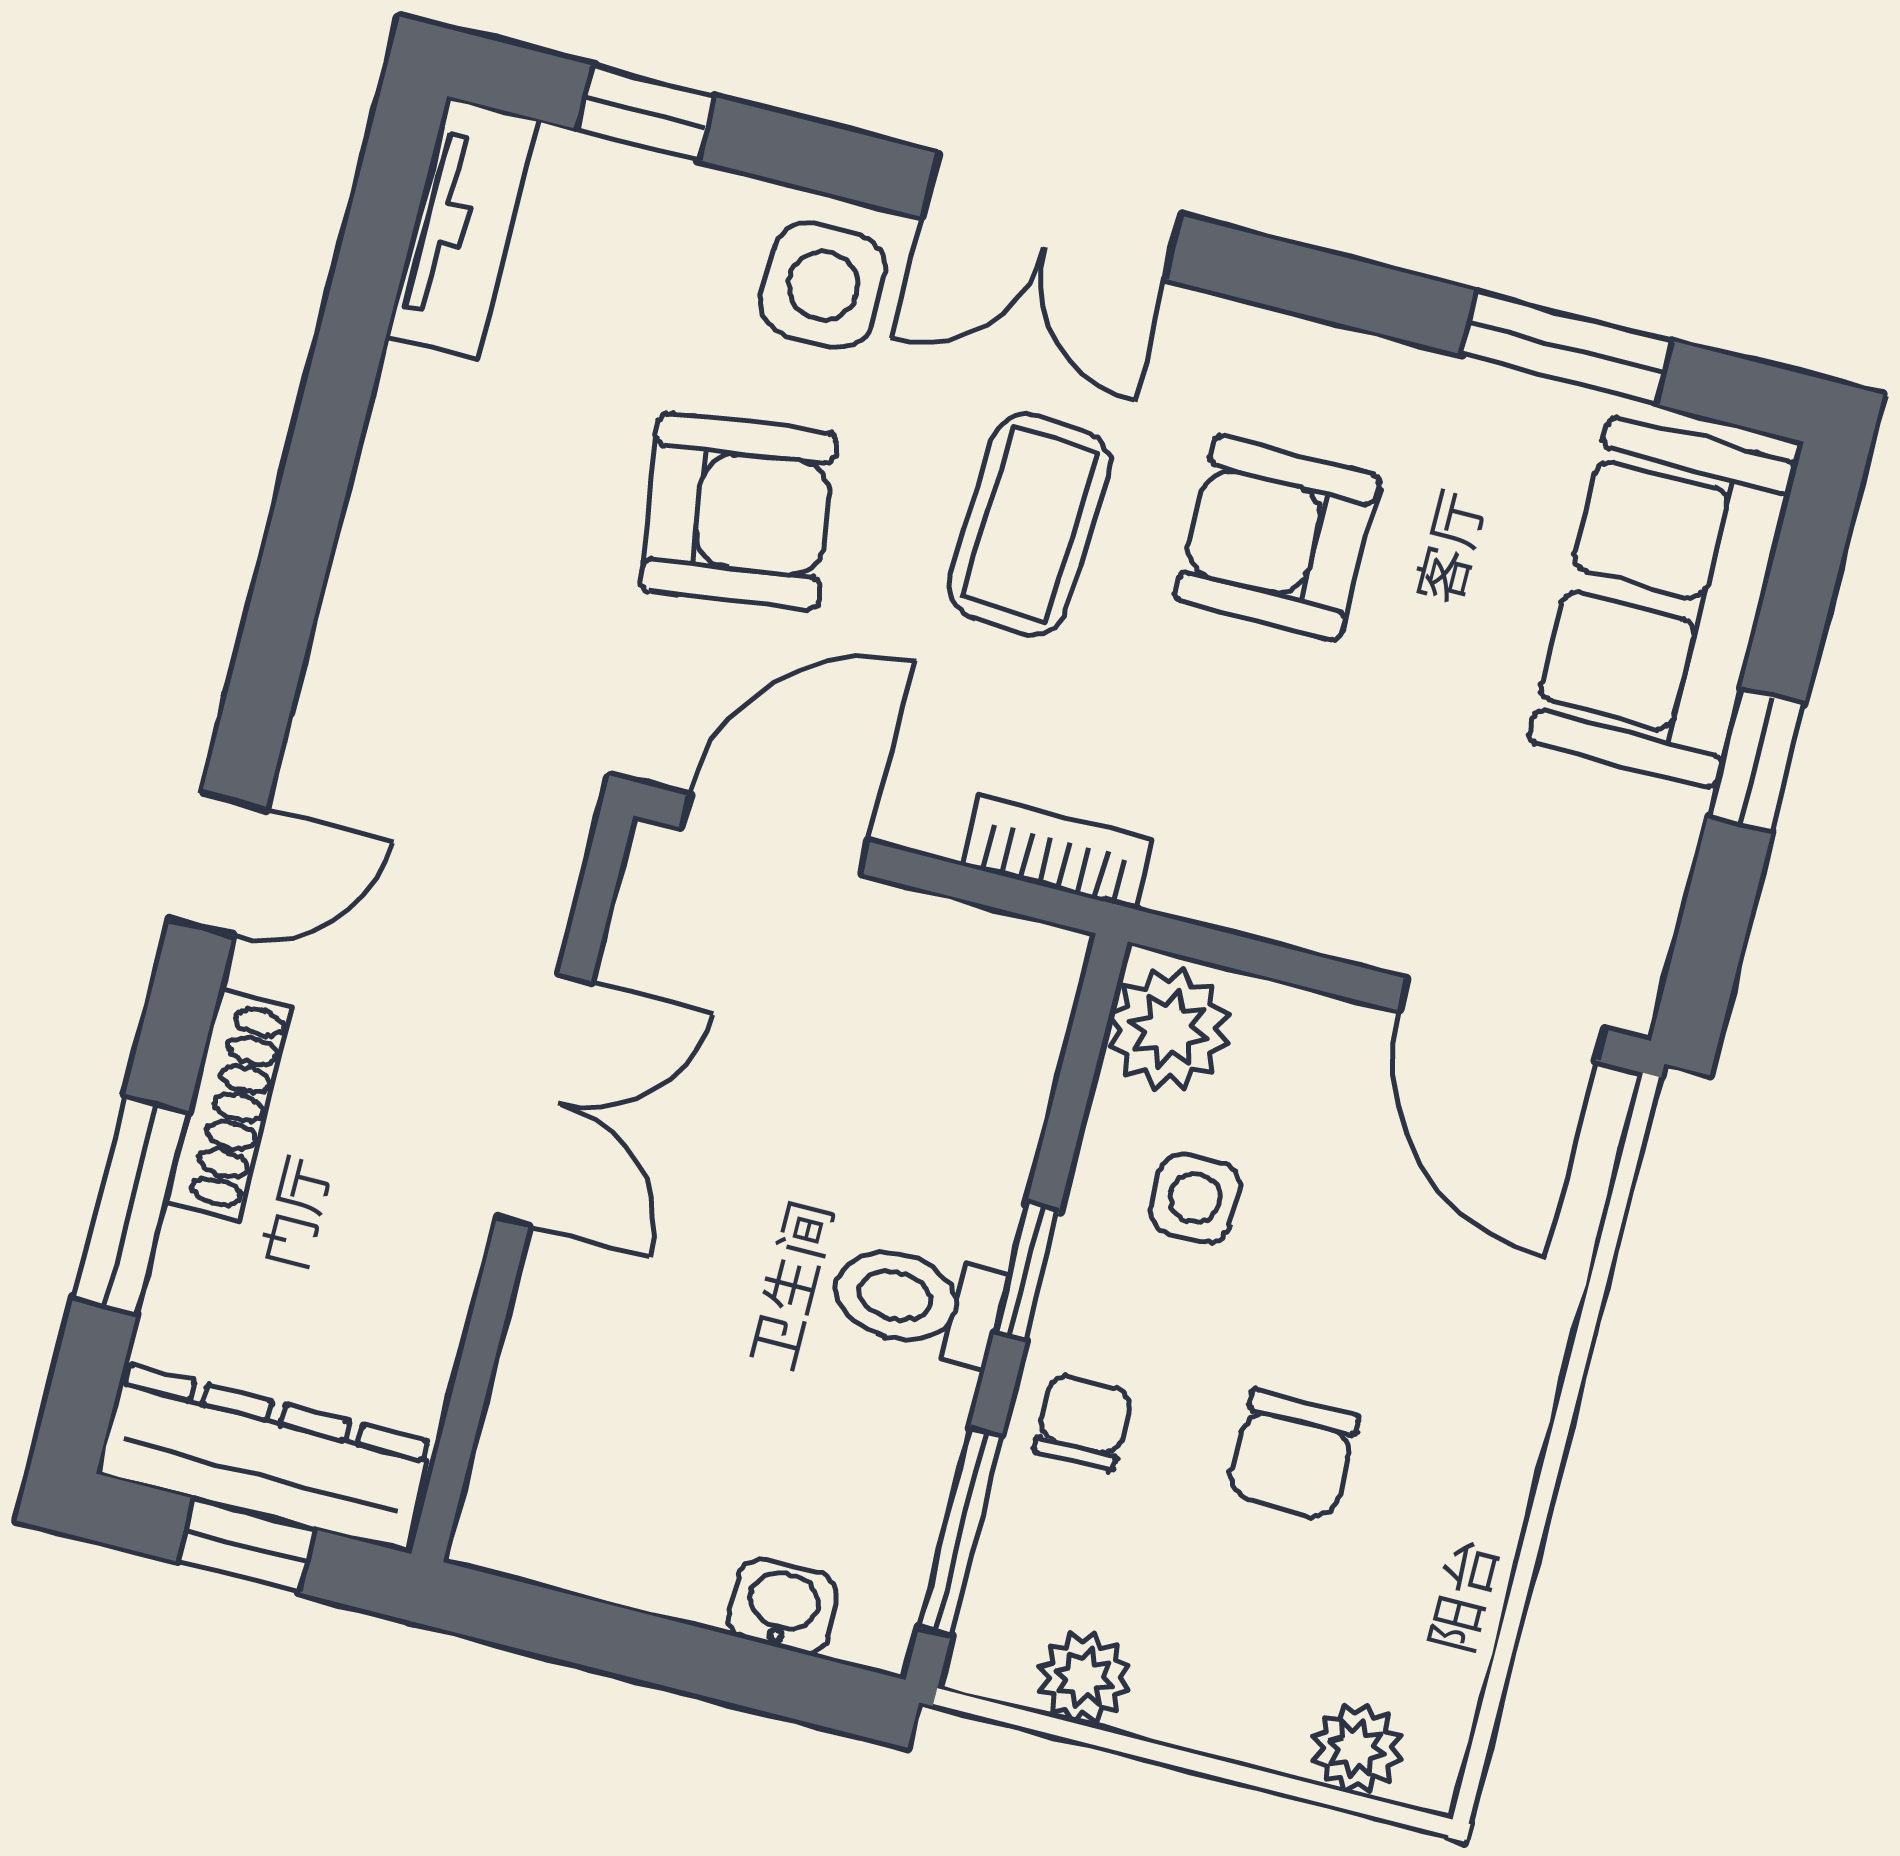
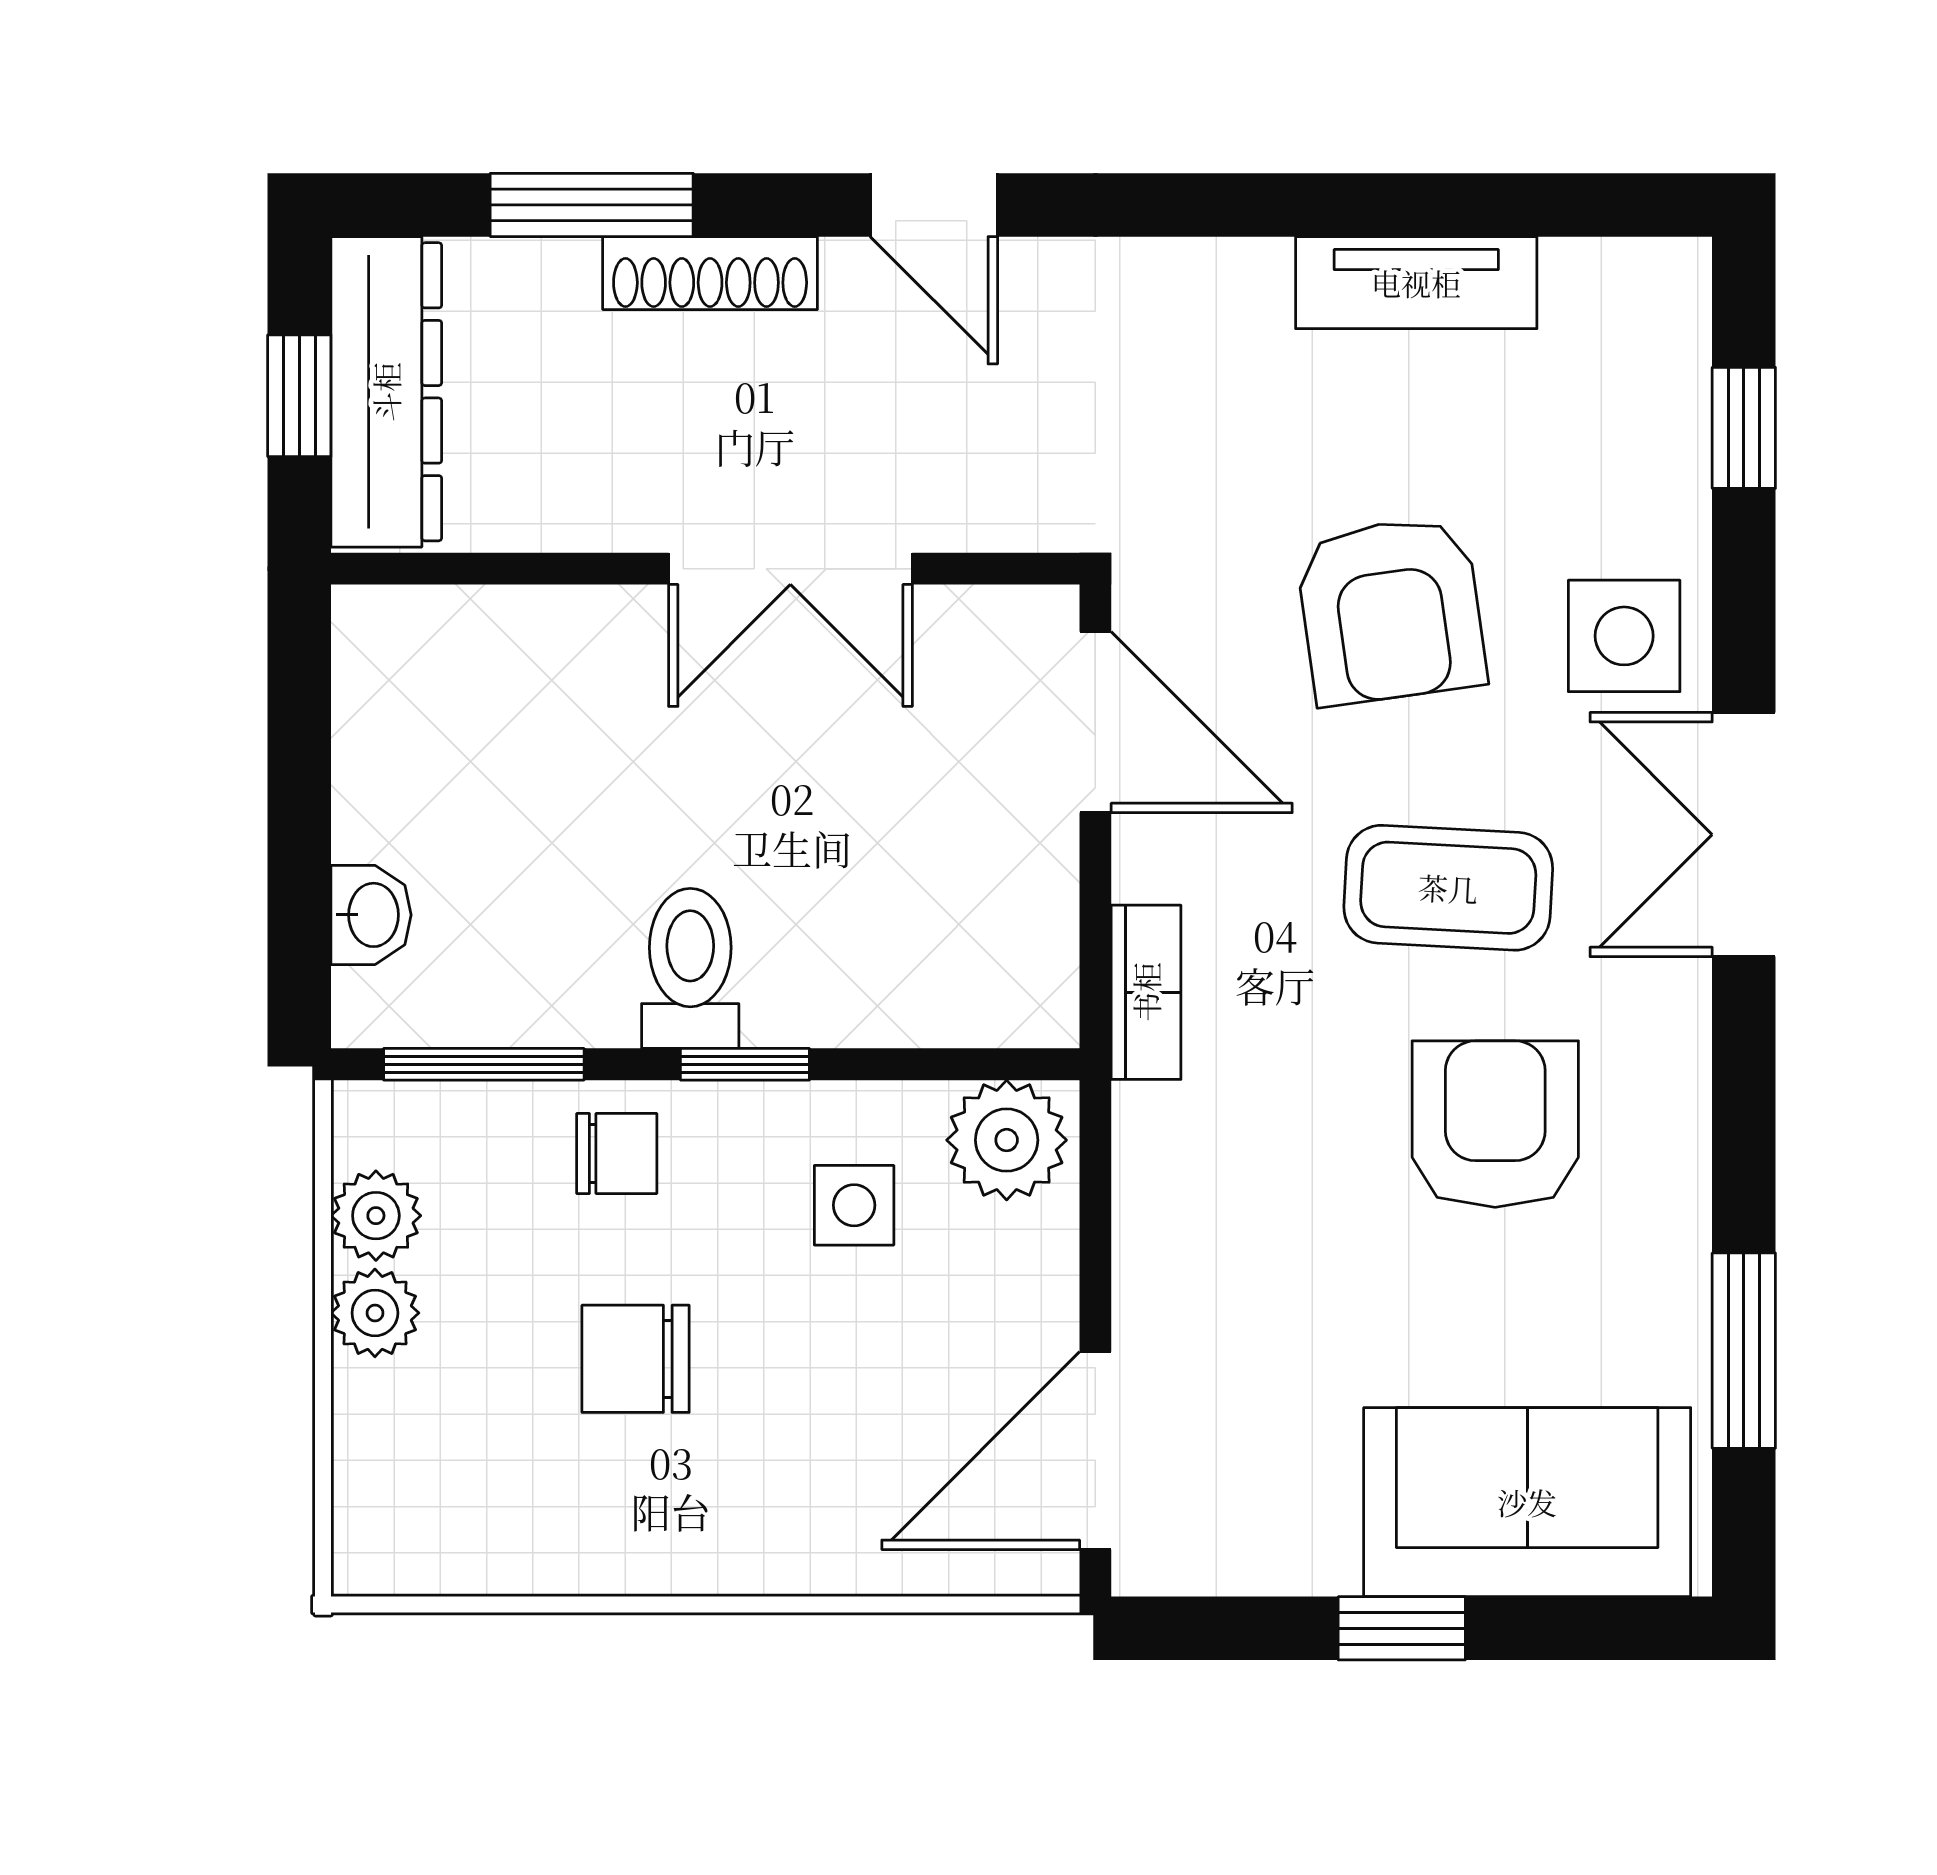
tv unit: (462, 228) -> (1416, 283), moved
plant: (1356, 1748) -> (375, 1313), moved

